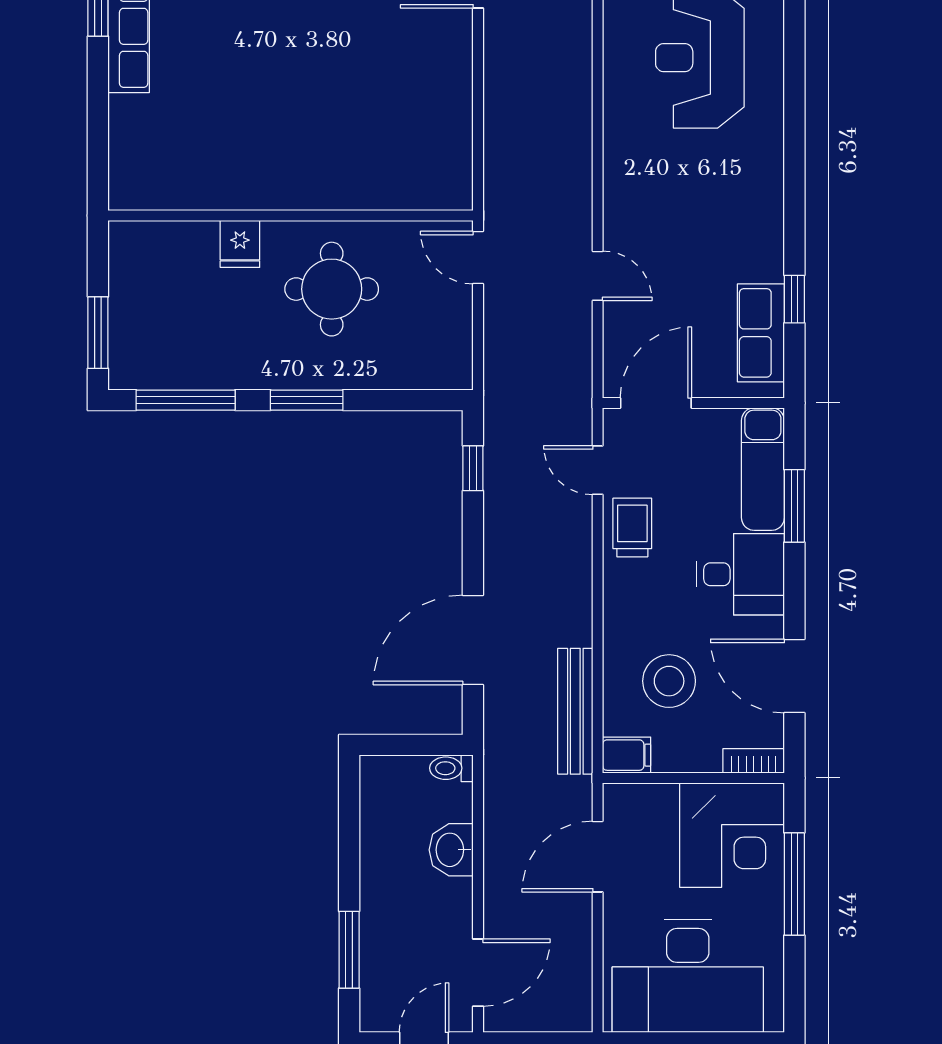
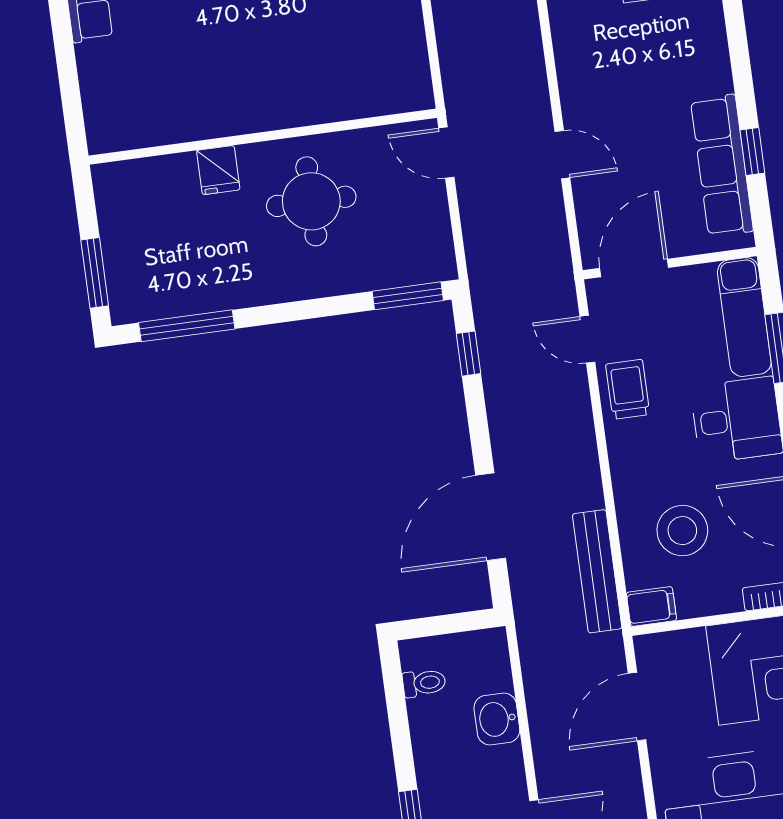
row of seats: (761, 333) -> (722, 165), width x1.48
window: (307, 400) -> (408, 296), moved
toilet: (451, 768) -> (424, 683), moved, turned 180

